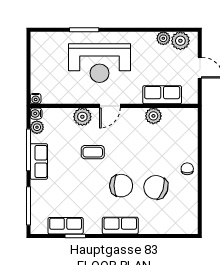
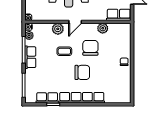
row of seats: (162, 95) -> (119, 15), moved
chair: (156, 187) -> (90, 48), moved, turned 71
row of seats: (120, 226) -> (82, 98), width x2.02

